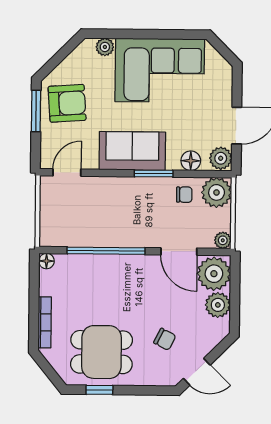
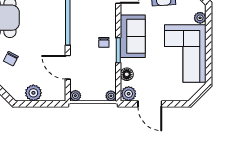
plant: (217, 192) -> (111, 96), width x0.53, depth x0.53
chair: (184, 195) -> (104, 42), moved
door: (179, 251) -> (68, 67), hinge flipped
plant: (214, 274) -> (54, 90), removed

